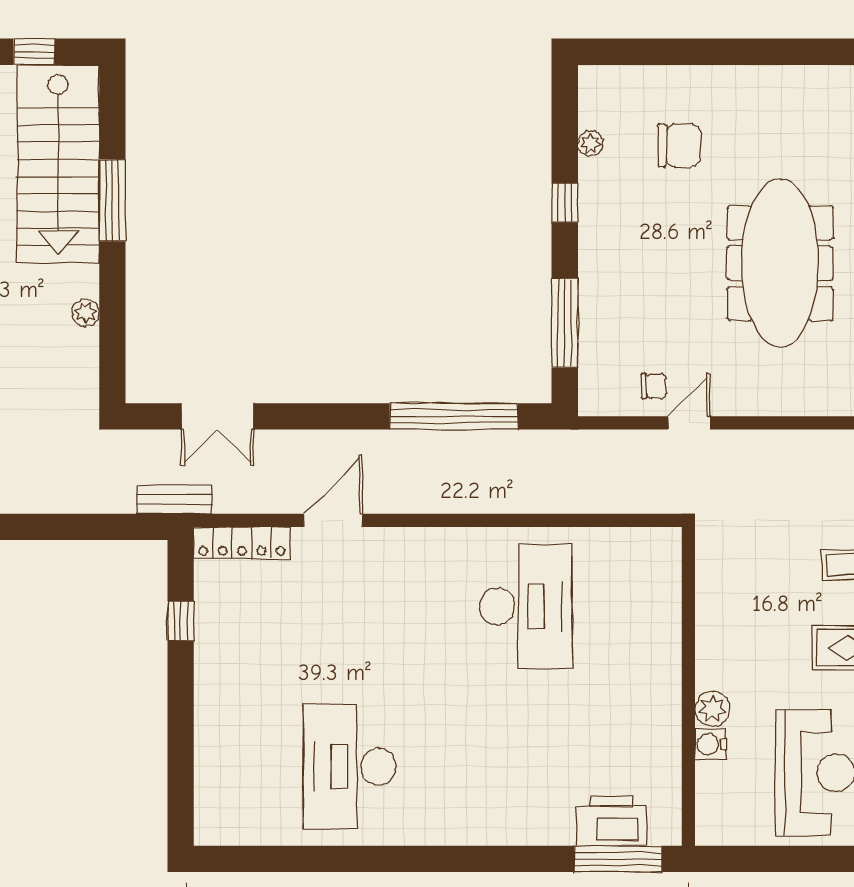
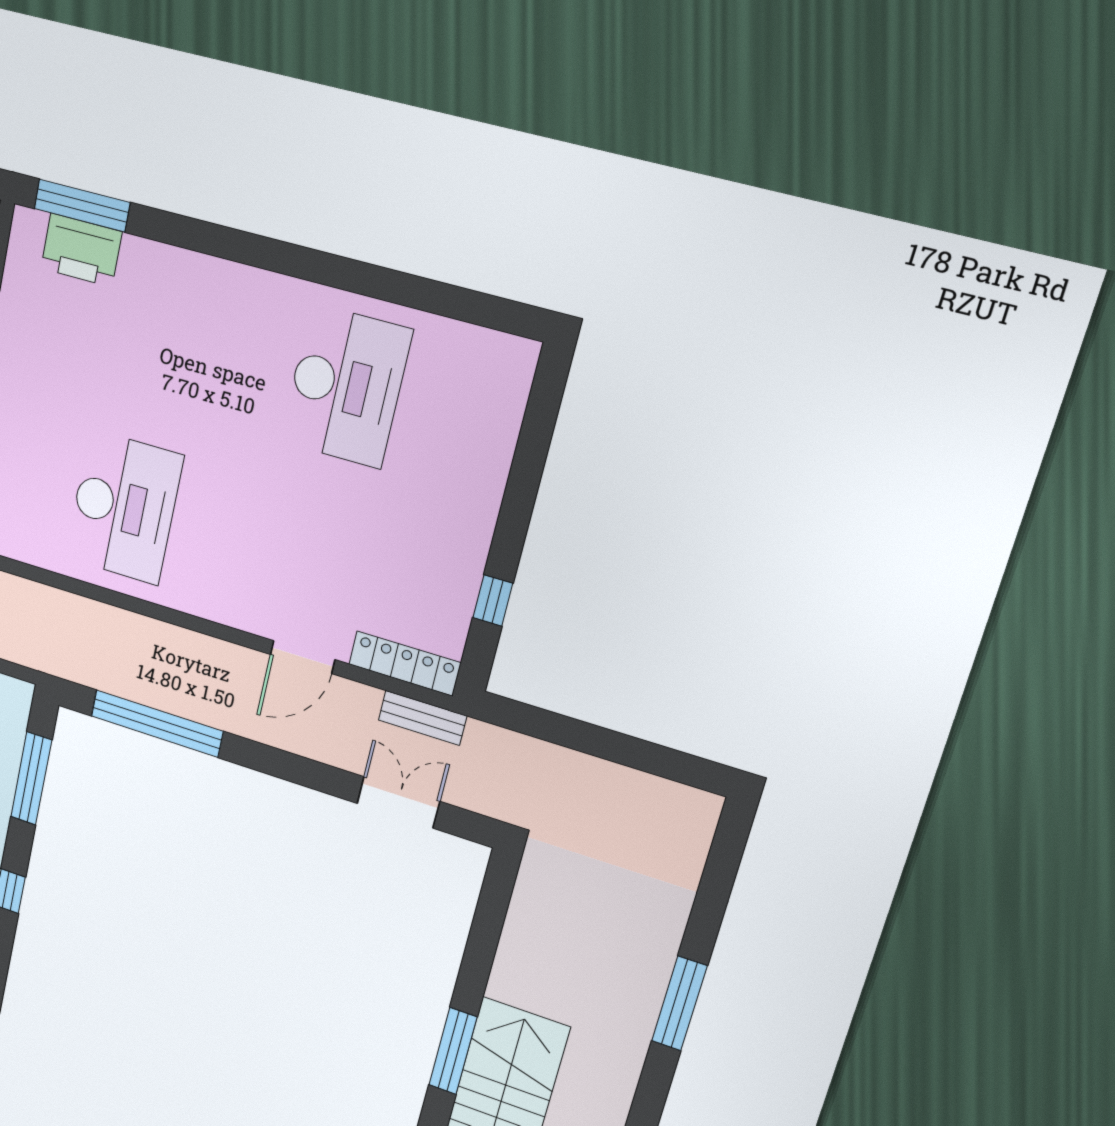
plant: (86, 313) -> (511, 952), removed
bench: (174, 500) -> (423, 718), moved
desk: (526, 606) -> (124, 507), turned 180

